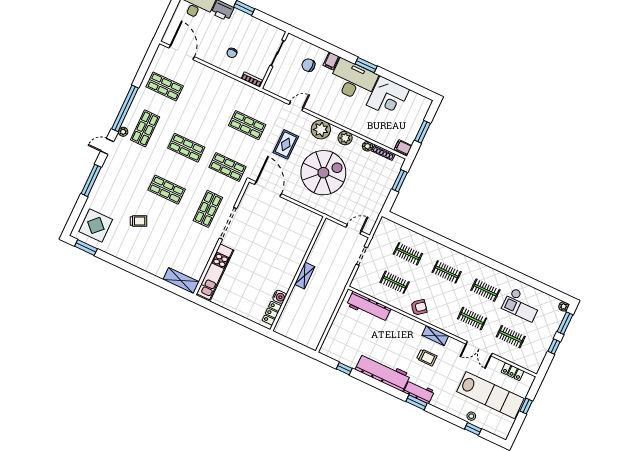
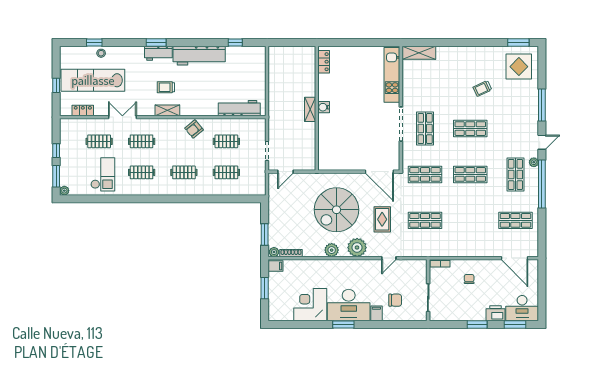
plant: (367, 146) -> (274, 252), moved
water cooler: (279, 297) -> (324, 107), moved
checkout: (522, 305) -> (103, 174), turned 90

